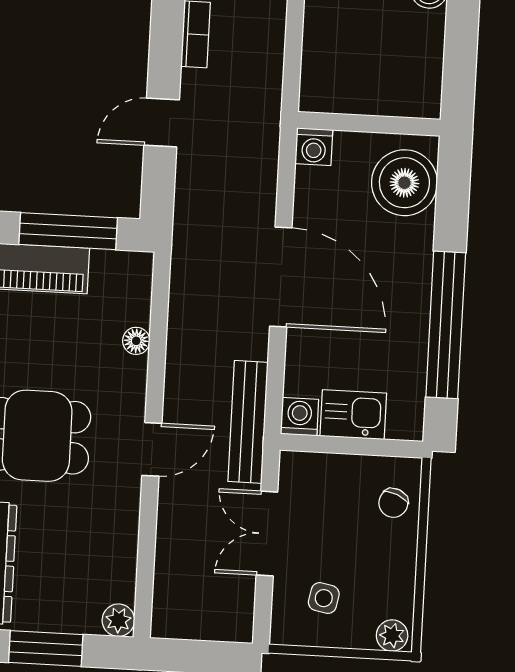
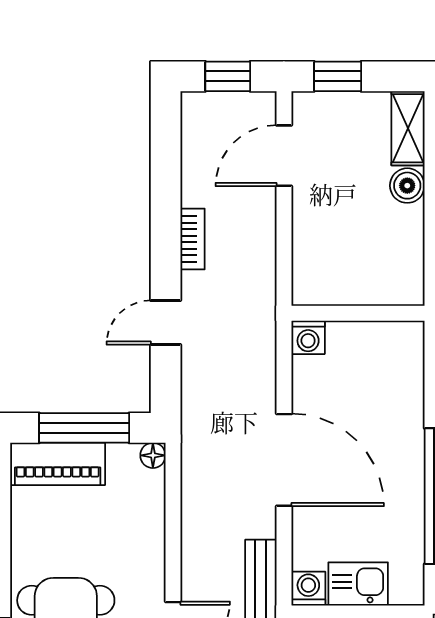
boiler: (404, 183) -> (394, 366), removed
floor lamp: (136, 341) -> (153, 455), moved

